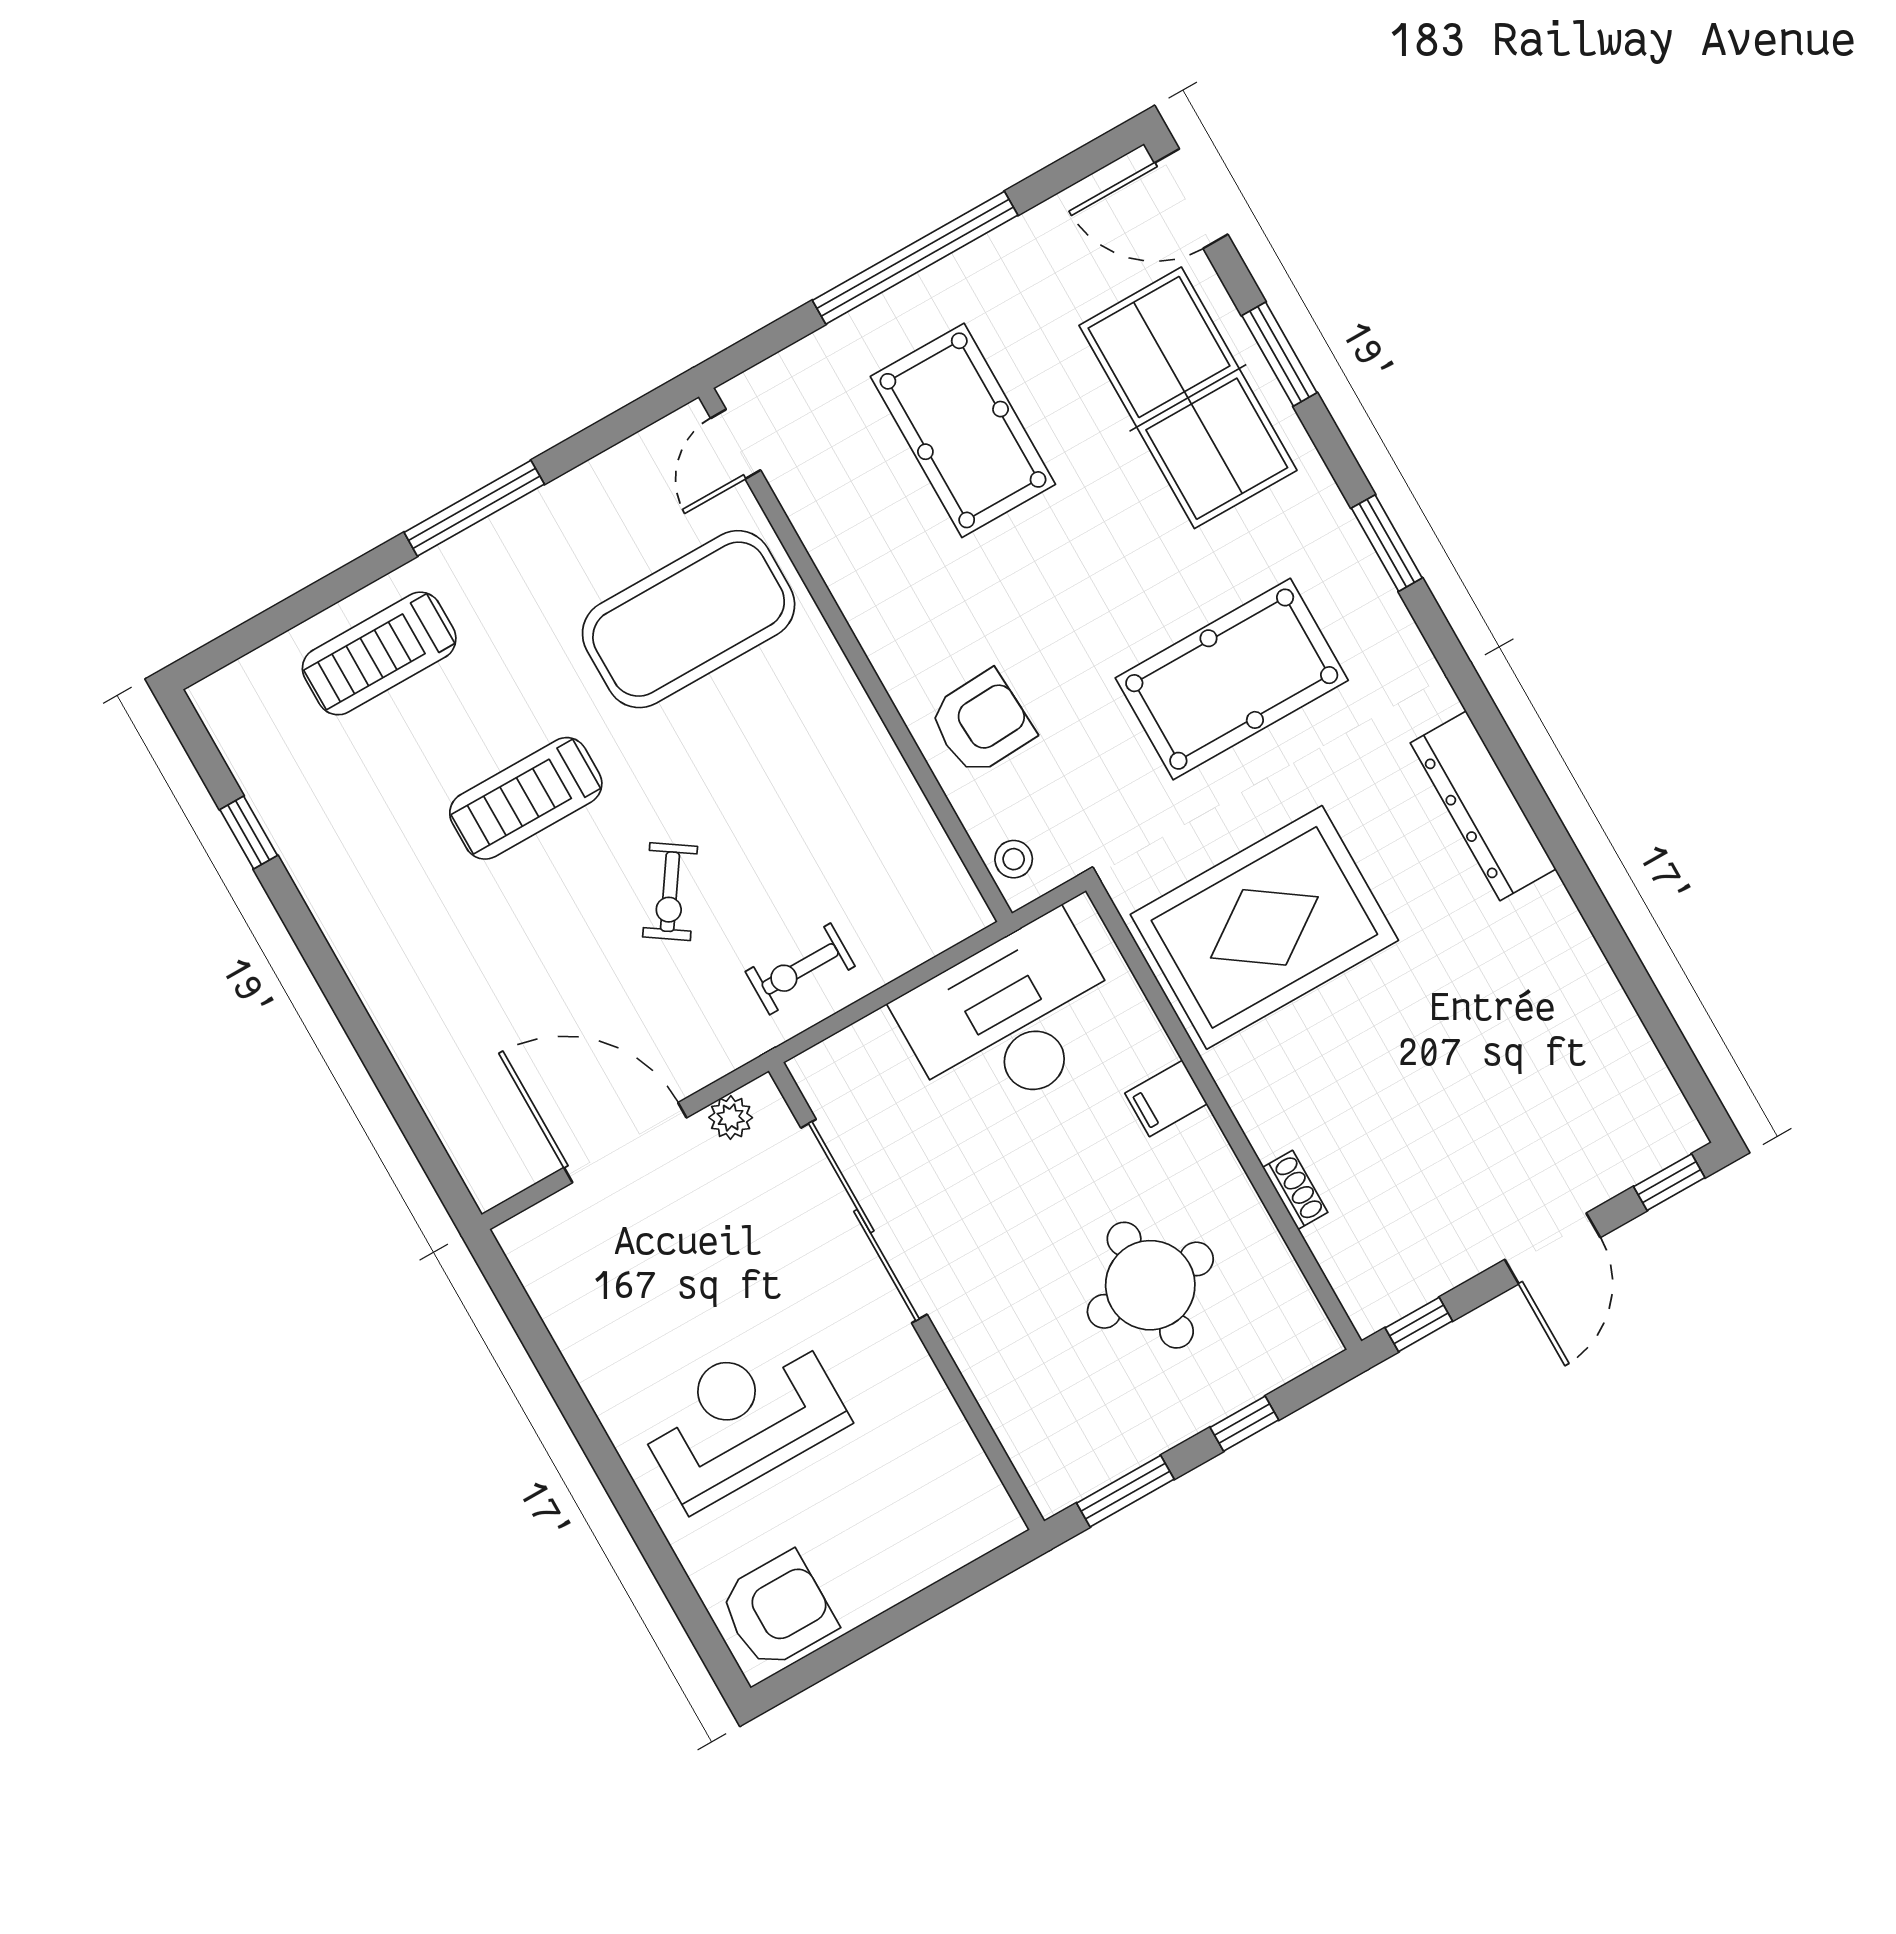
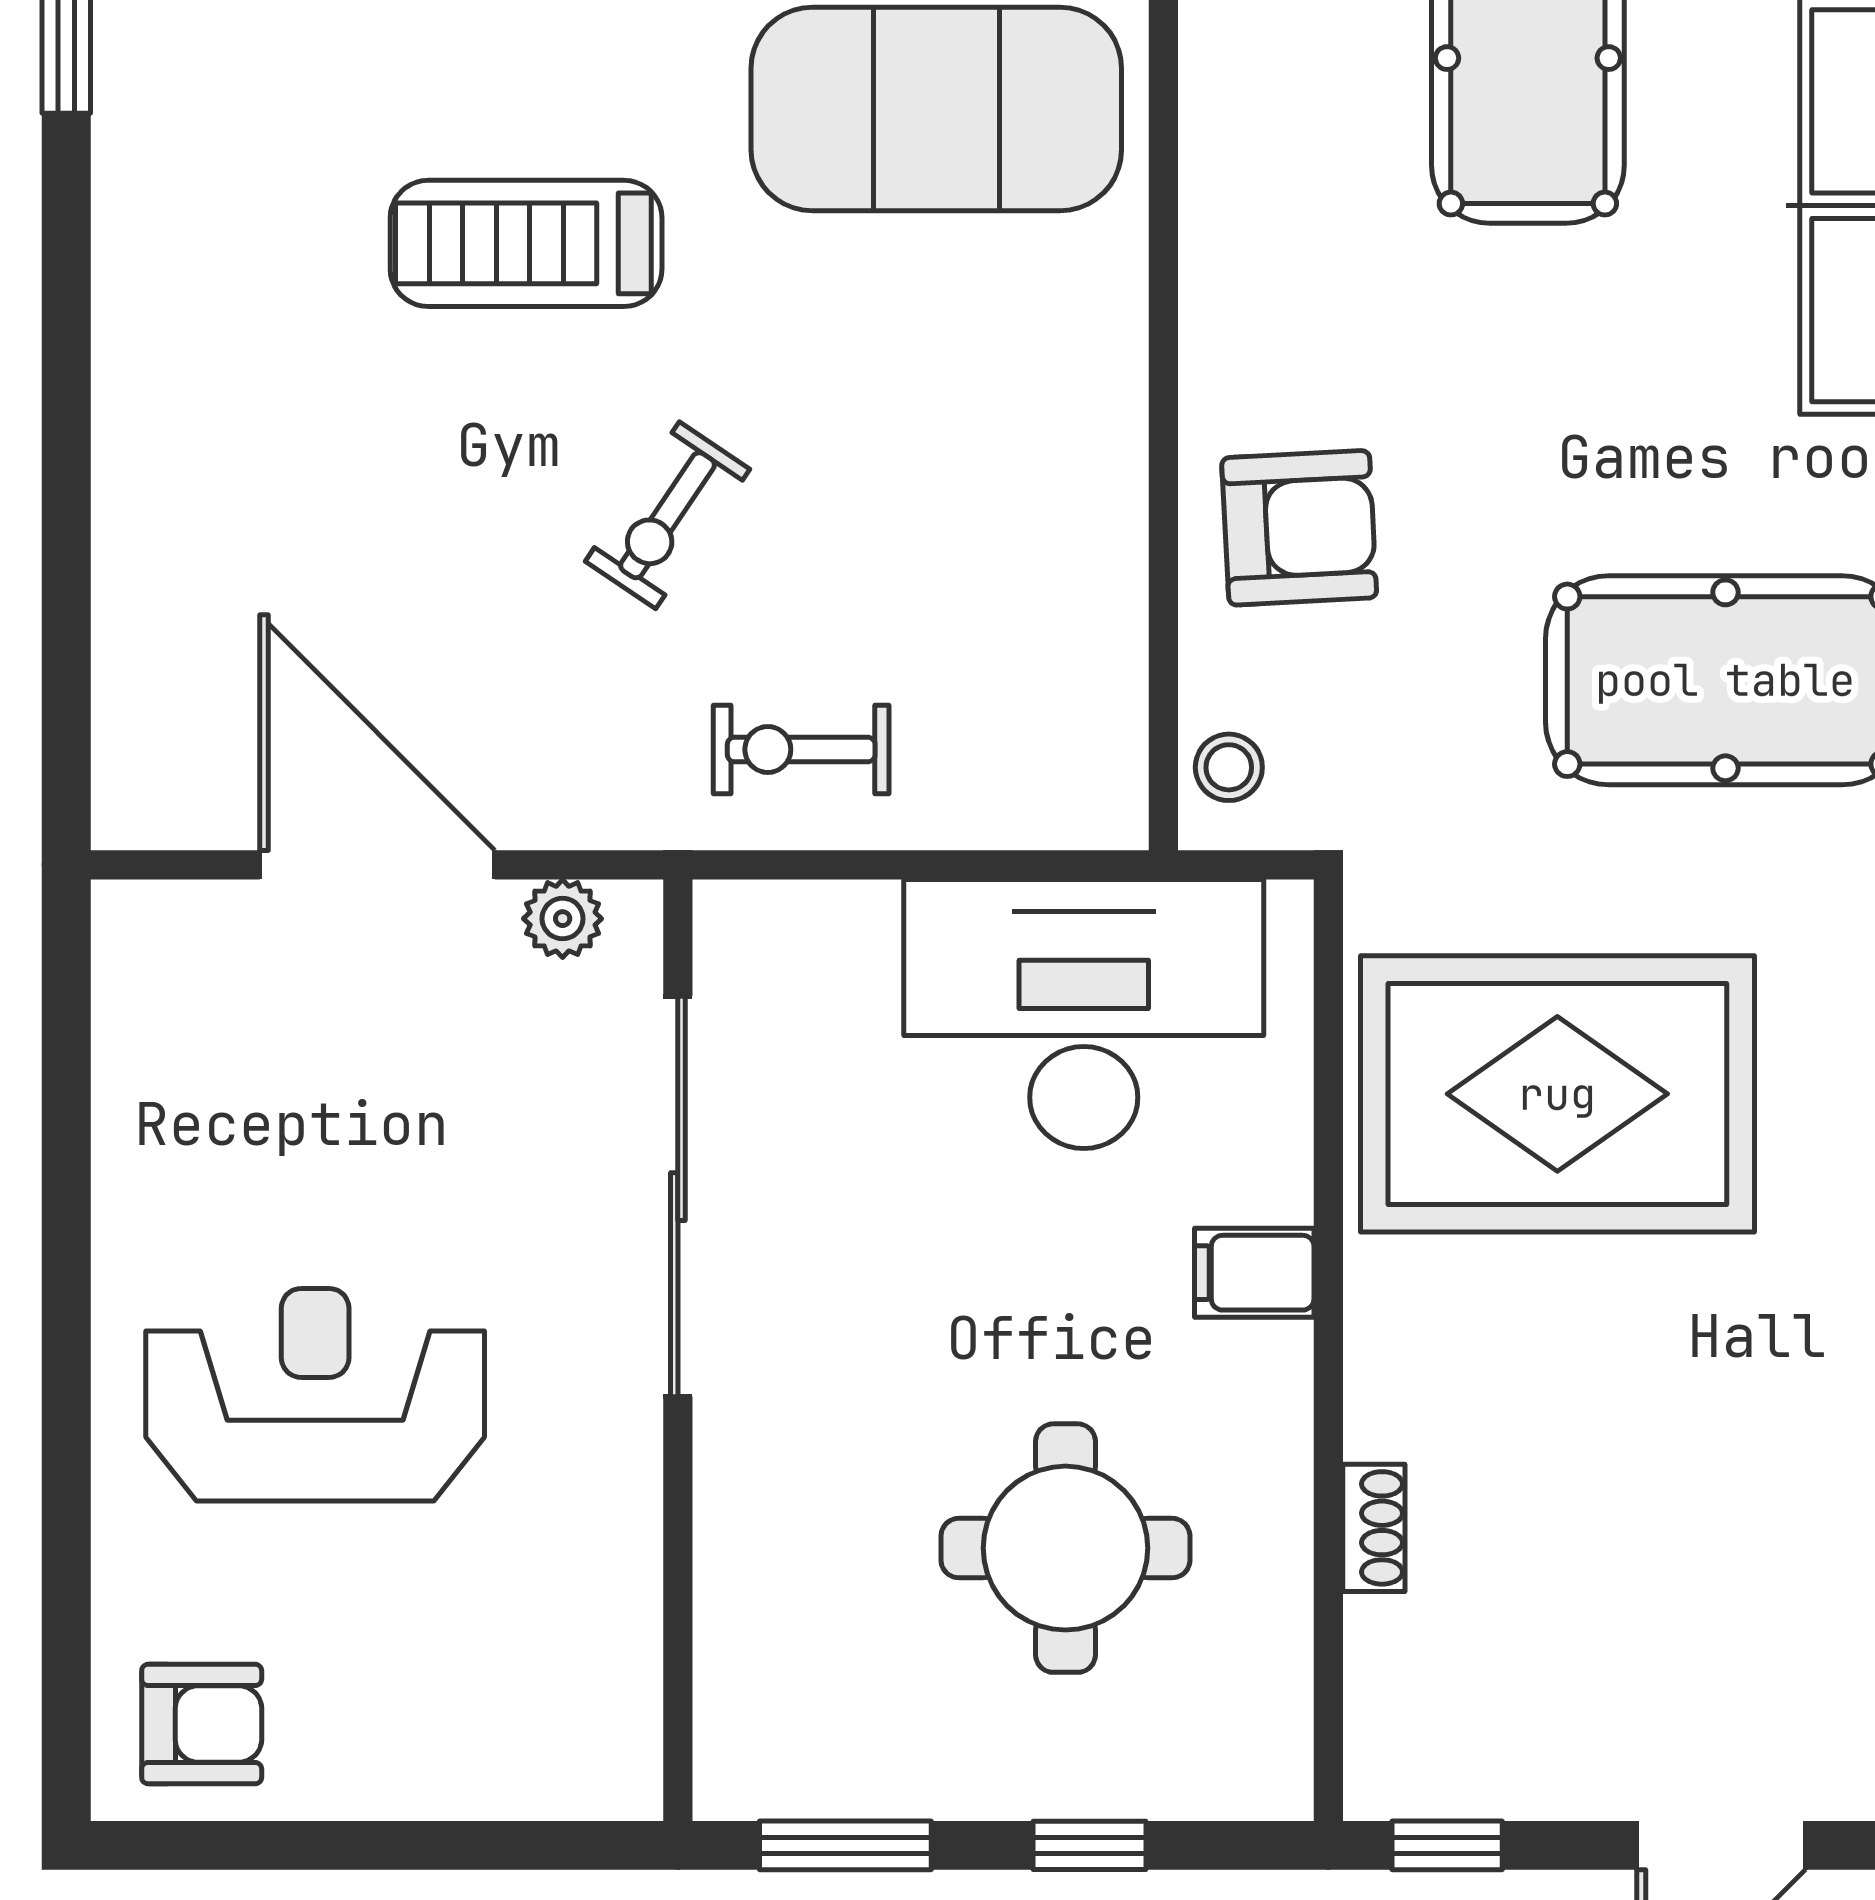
armchair: (778, 1610) -> (202, 1724), width x0.72, depth x0.72

